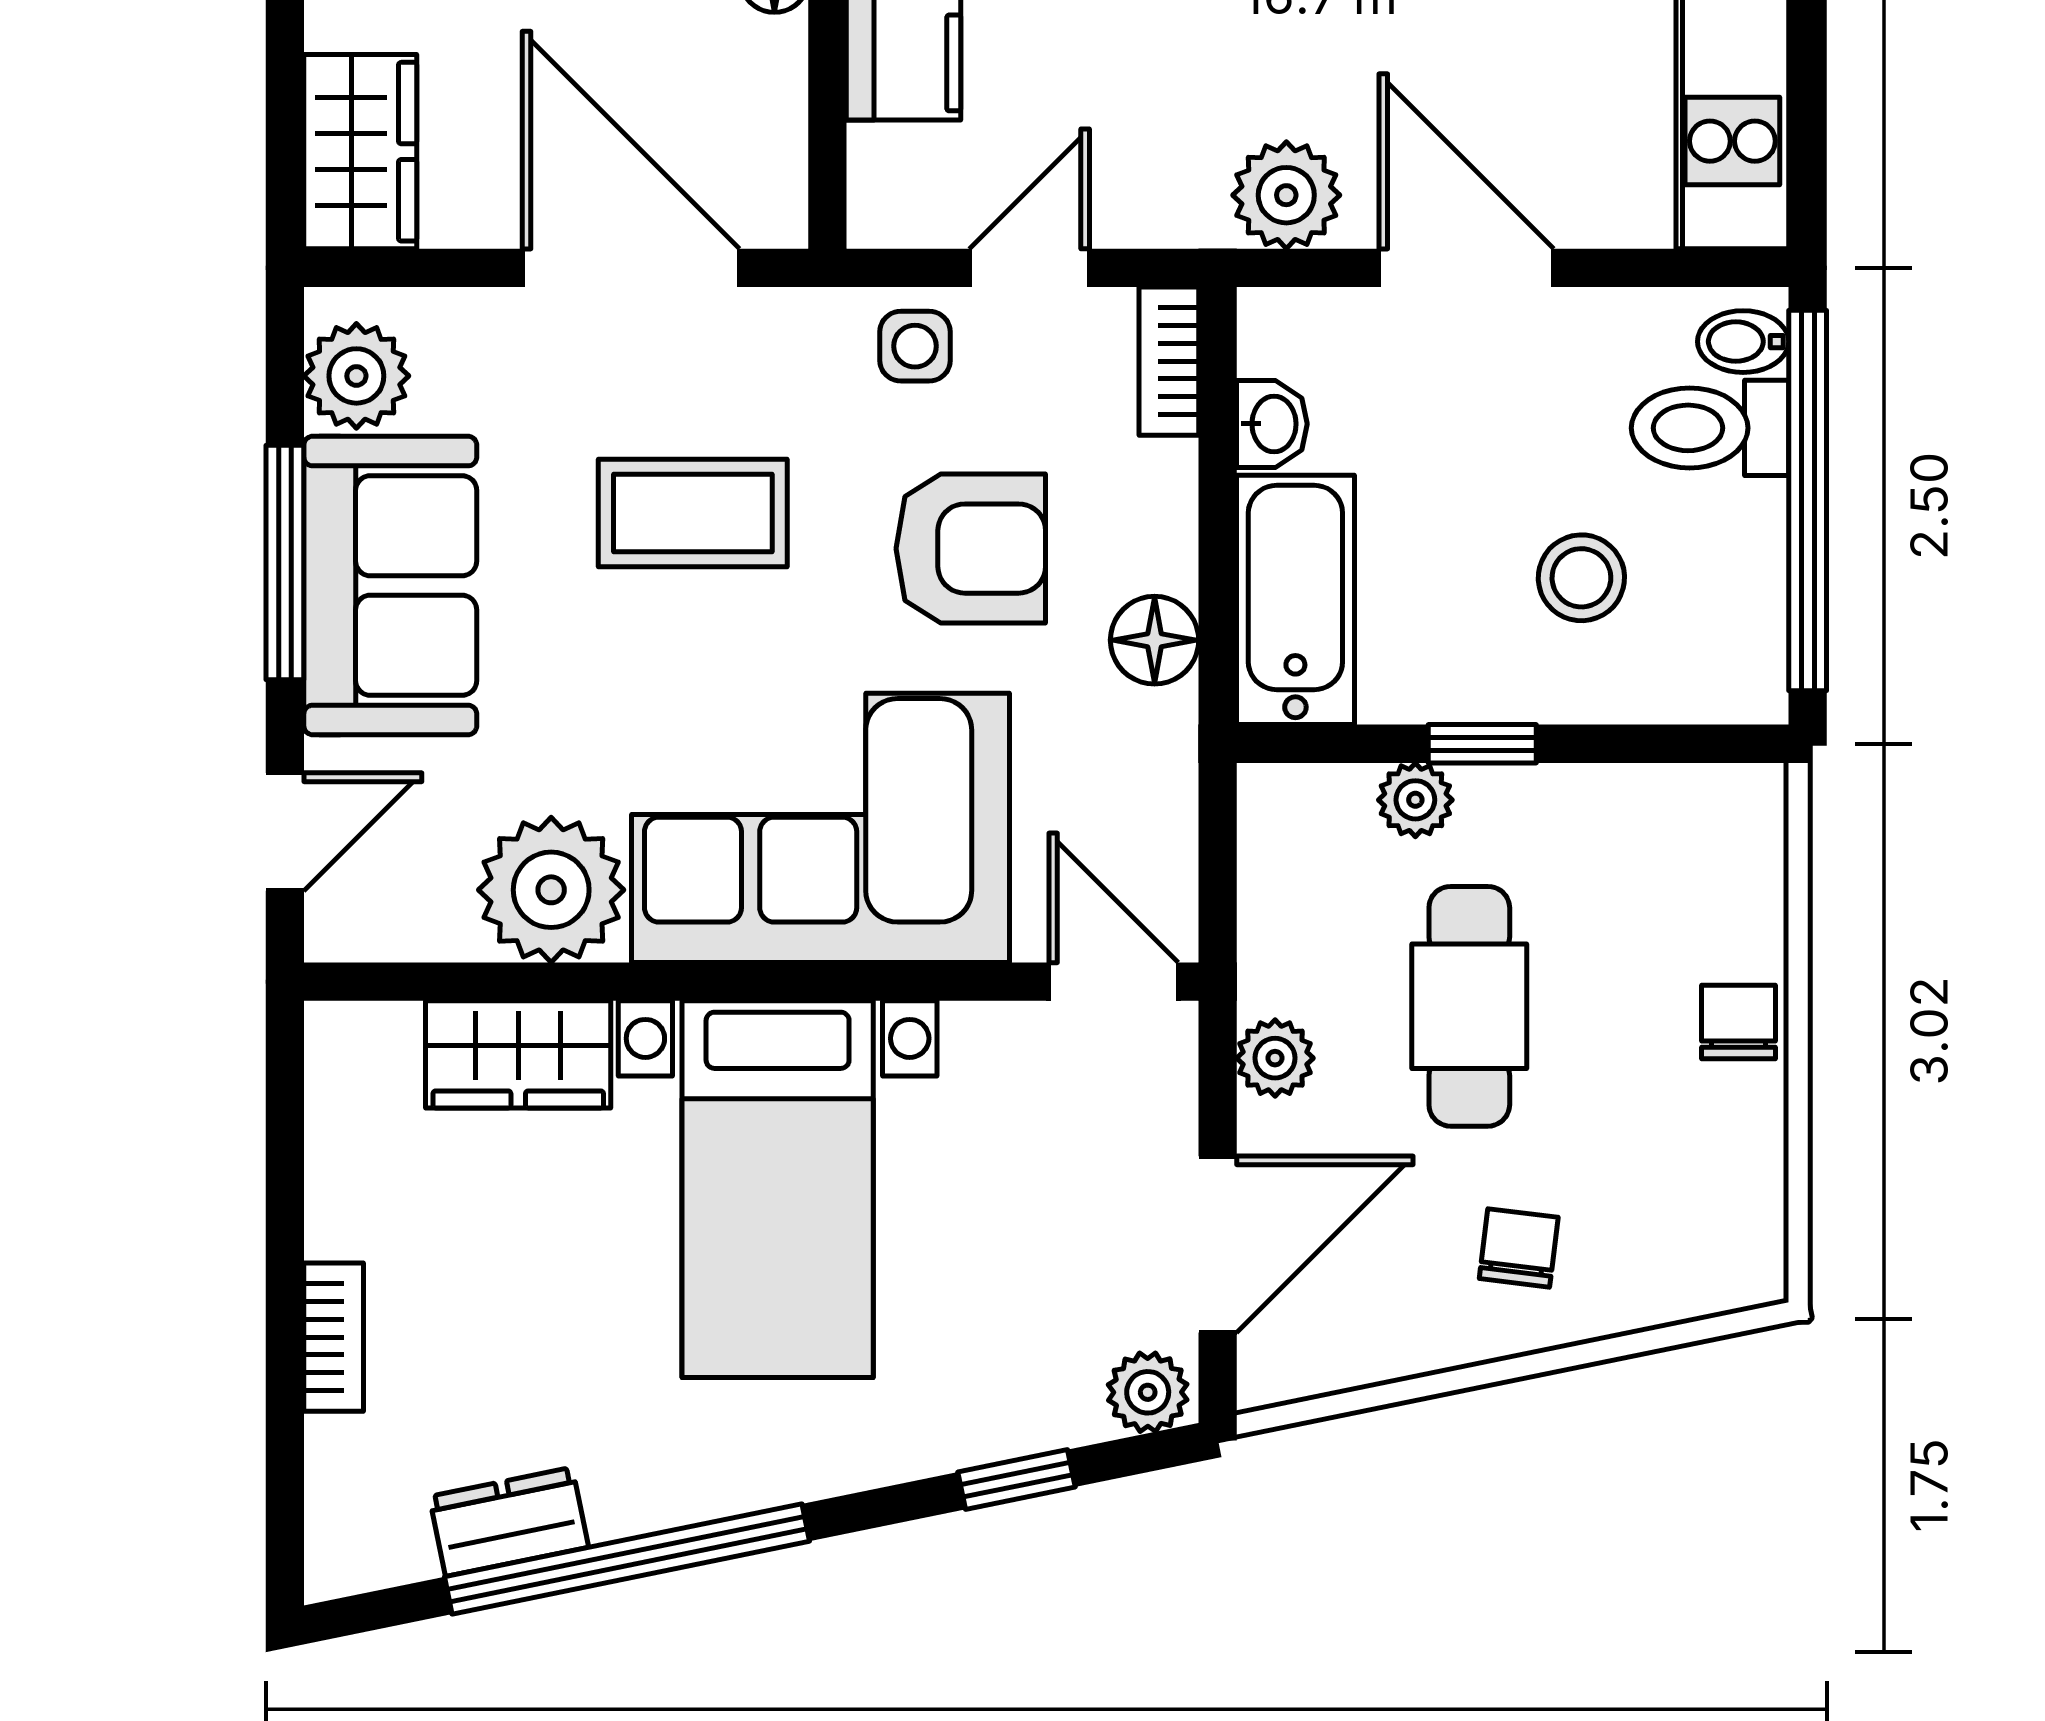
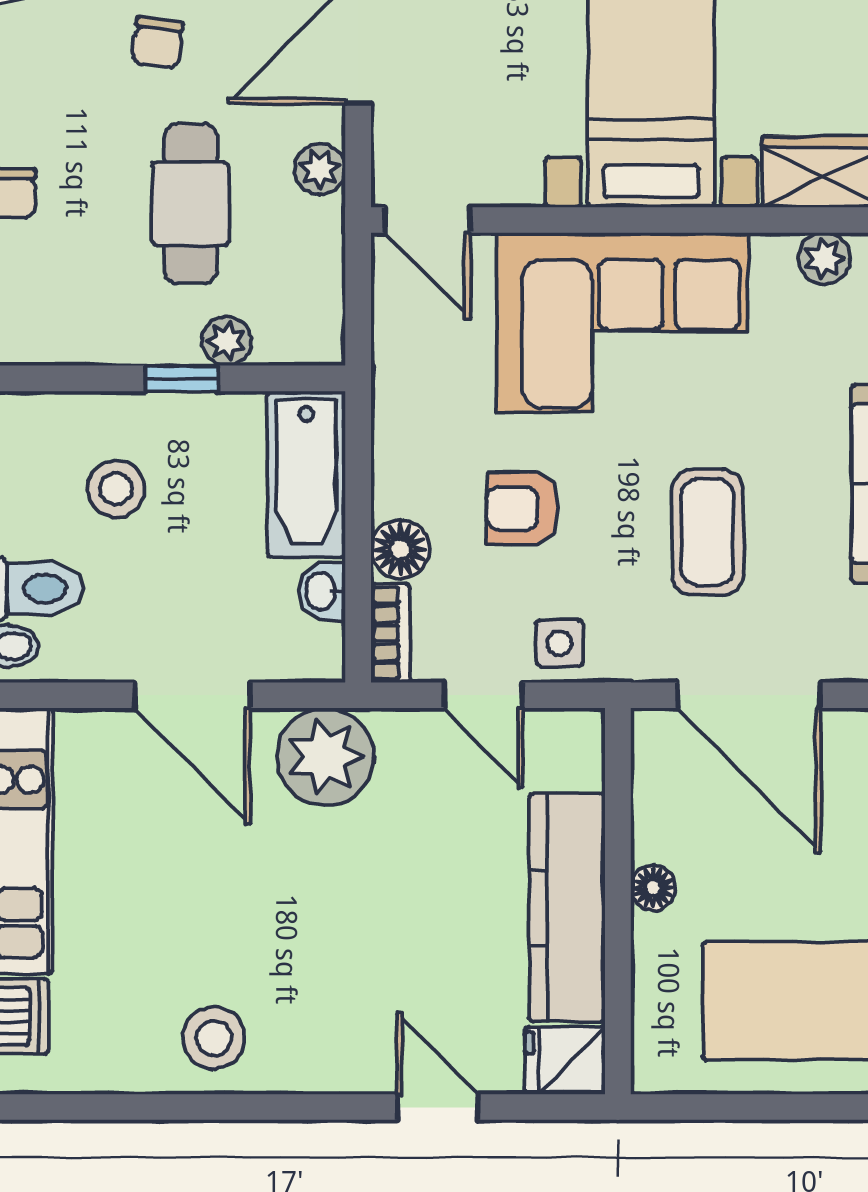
plant: (1286, 195) -> (325, 757), width x1.36, depth x1.36
door: (1029, 268) -> (483, 695), hinge flipped
coffee table: (693, 513) -> (707, 532), turned 90
armchair: (971, 549) -> (522, 508), width x0.72, depth x0.72
floor lamp: (1155, 640) -> (400, 549), moved
plant: (551, 890) -> (824, 259), width x0.53, depth x0.53

